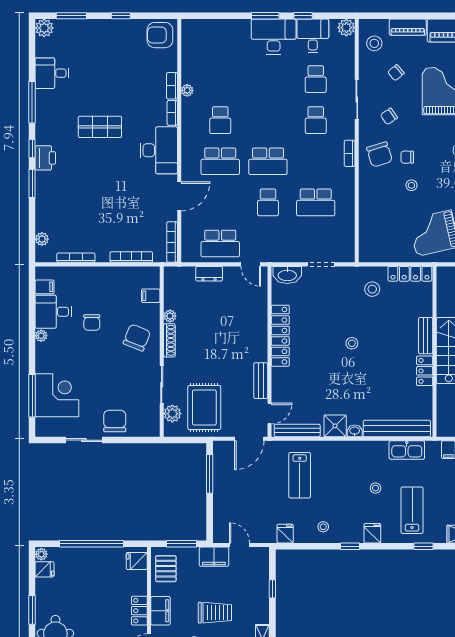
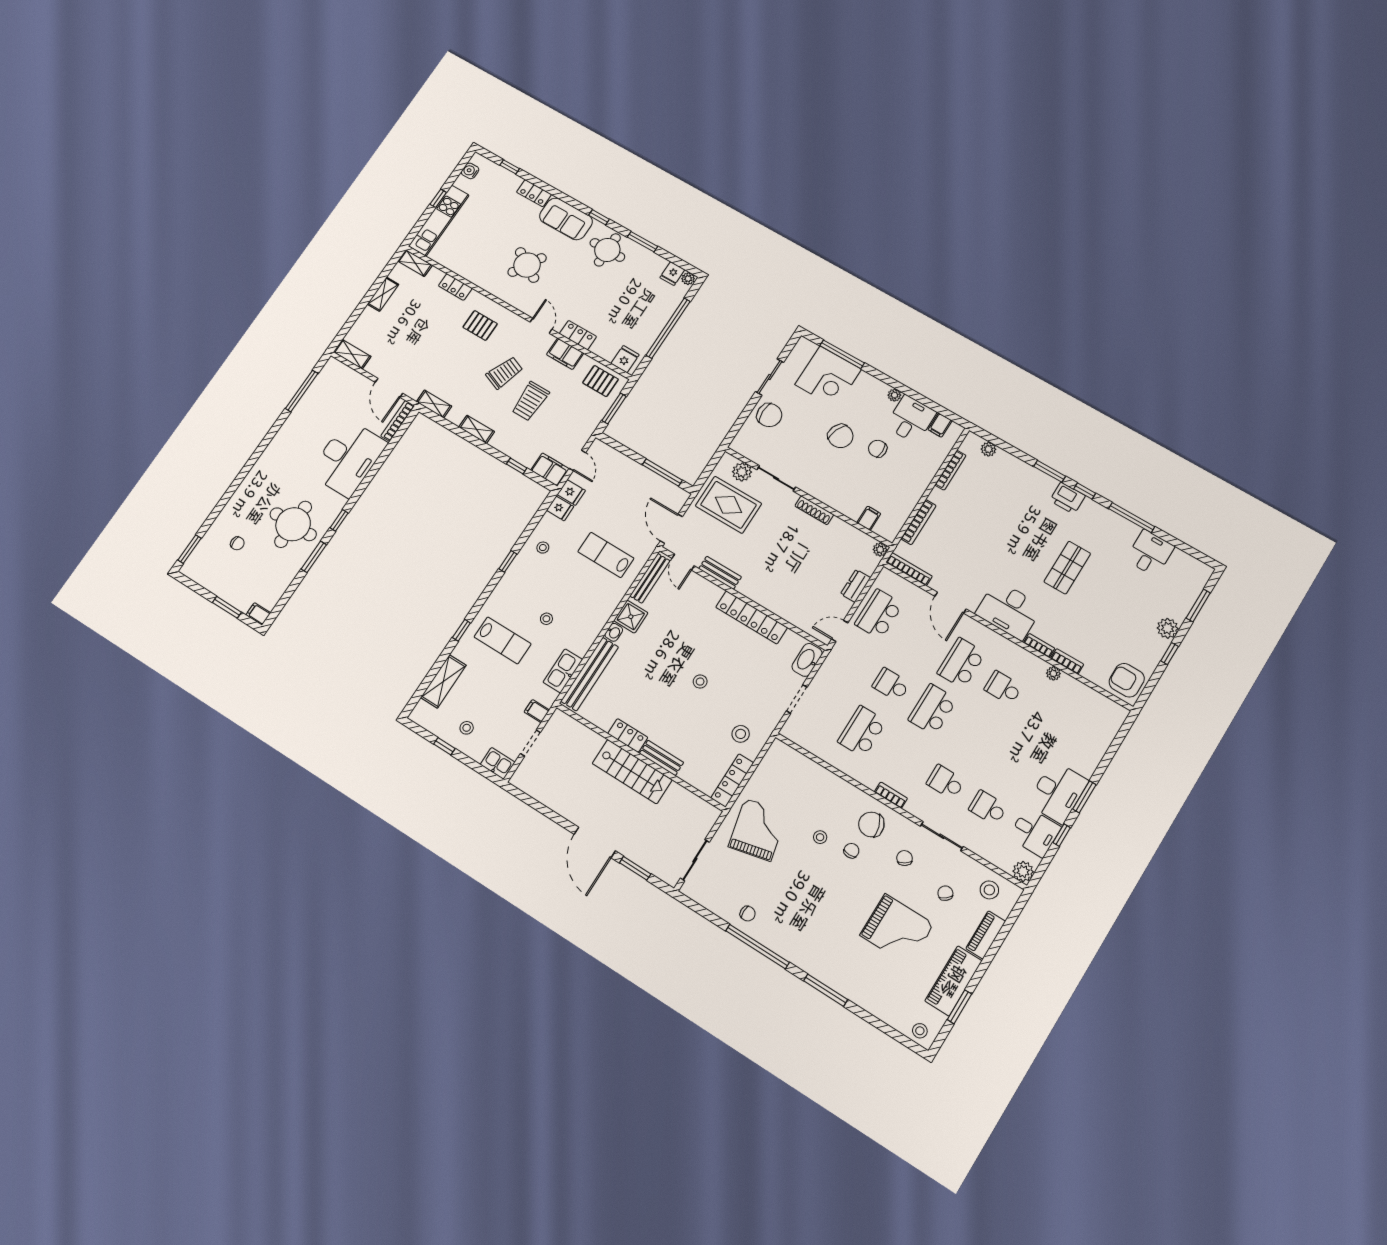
plant: (44, 28) -> (1168, 628), moved
armchair: (160, 35) -> (1127, 680), turned -90
plant: (170, 316) -> (880, 550), moved
chair: (137, 338) -> (841, 436), moved
fridge: (372, 533) -> (571, 493), moved
door: (240, 545) -> (577, 460), hinge flipped
filing cabinet: (214, 557) -> (550, 469), moved, turned 90

